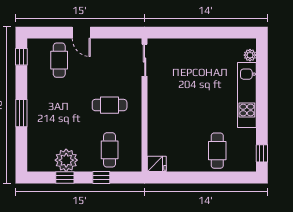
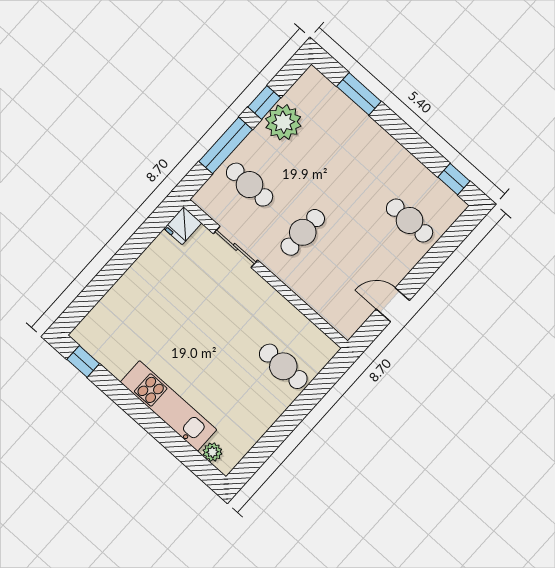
door: (81, 33) -> (393, 305), moved
sliding door: (145, 60) -> (235, 247), moved
window: (21, 113) -> (359, 94), moved
cafe table: (217, 151) -> (283, 366), moved
window: (101, 177) -> (226, 145), width x2.17

